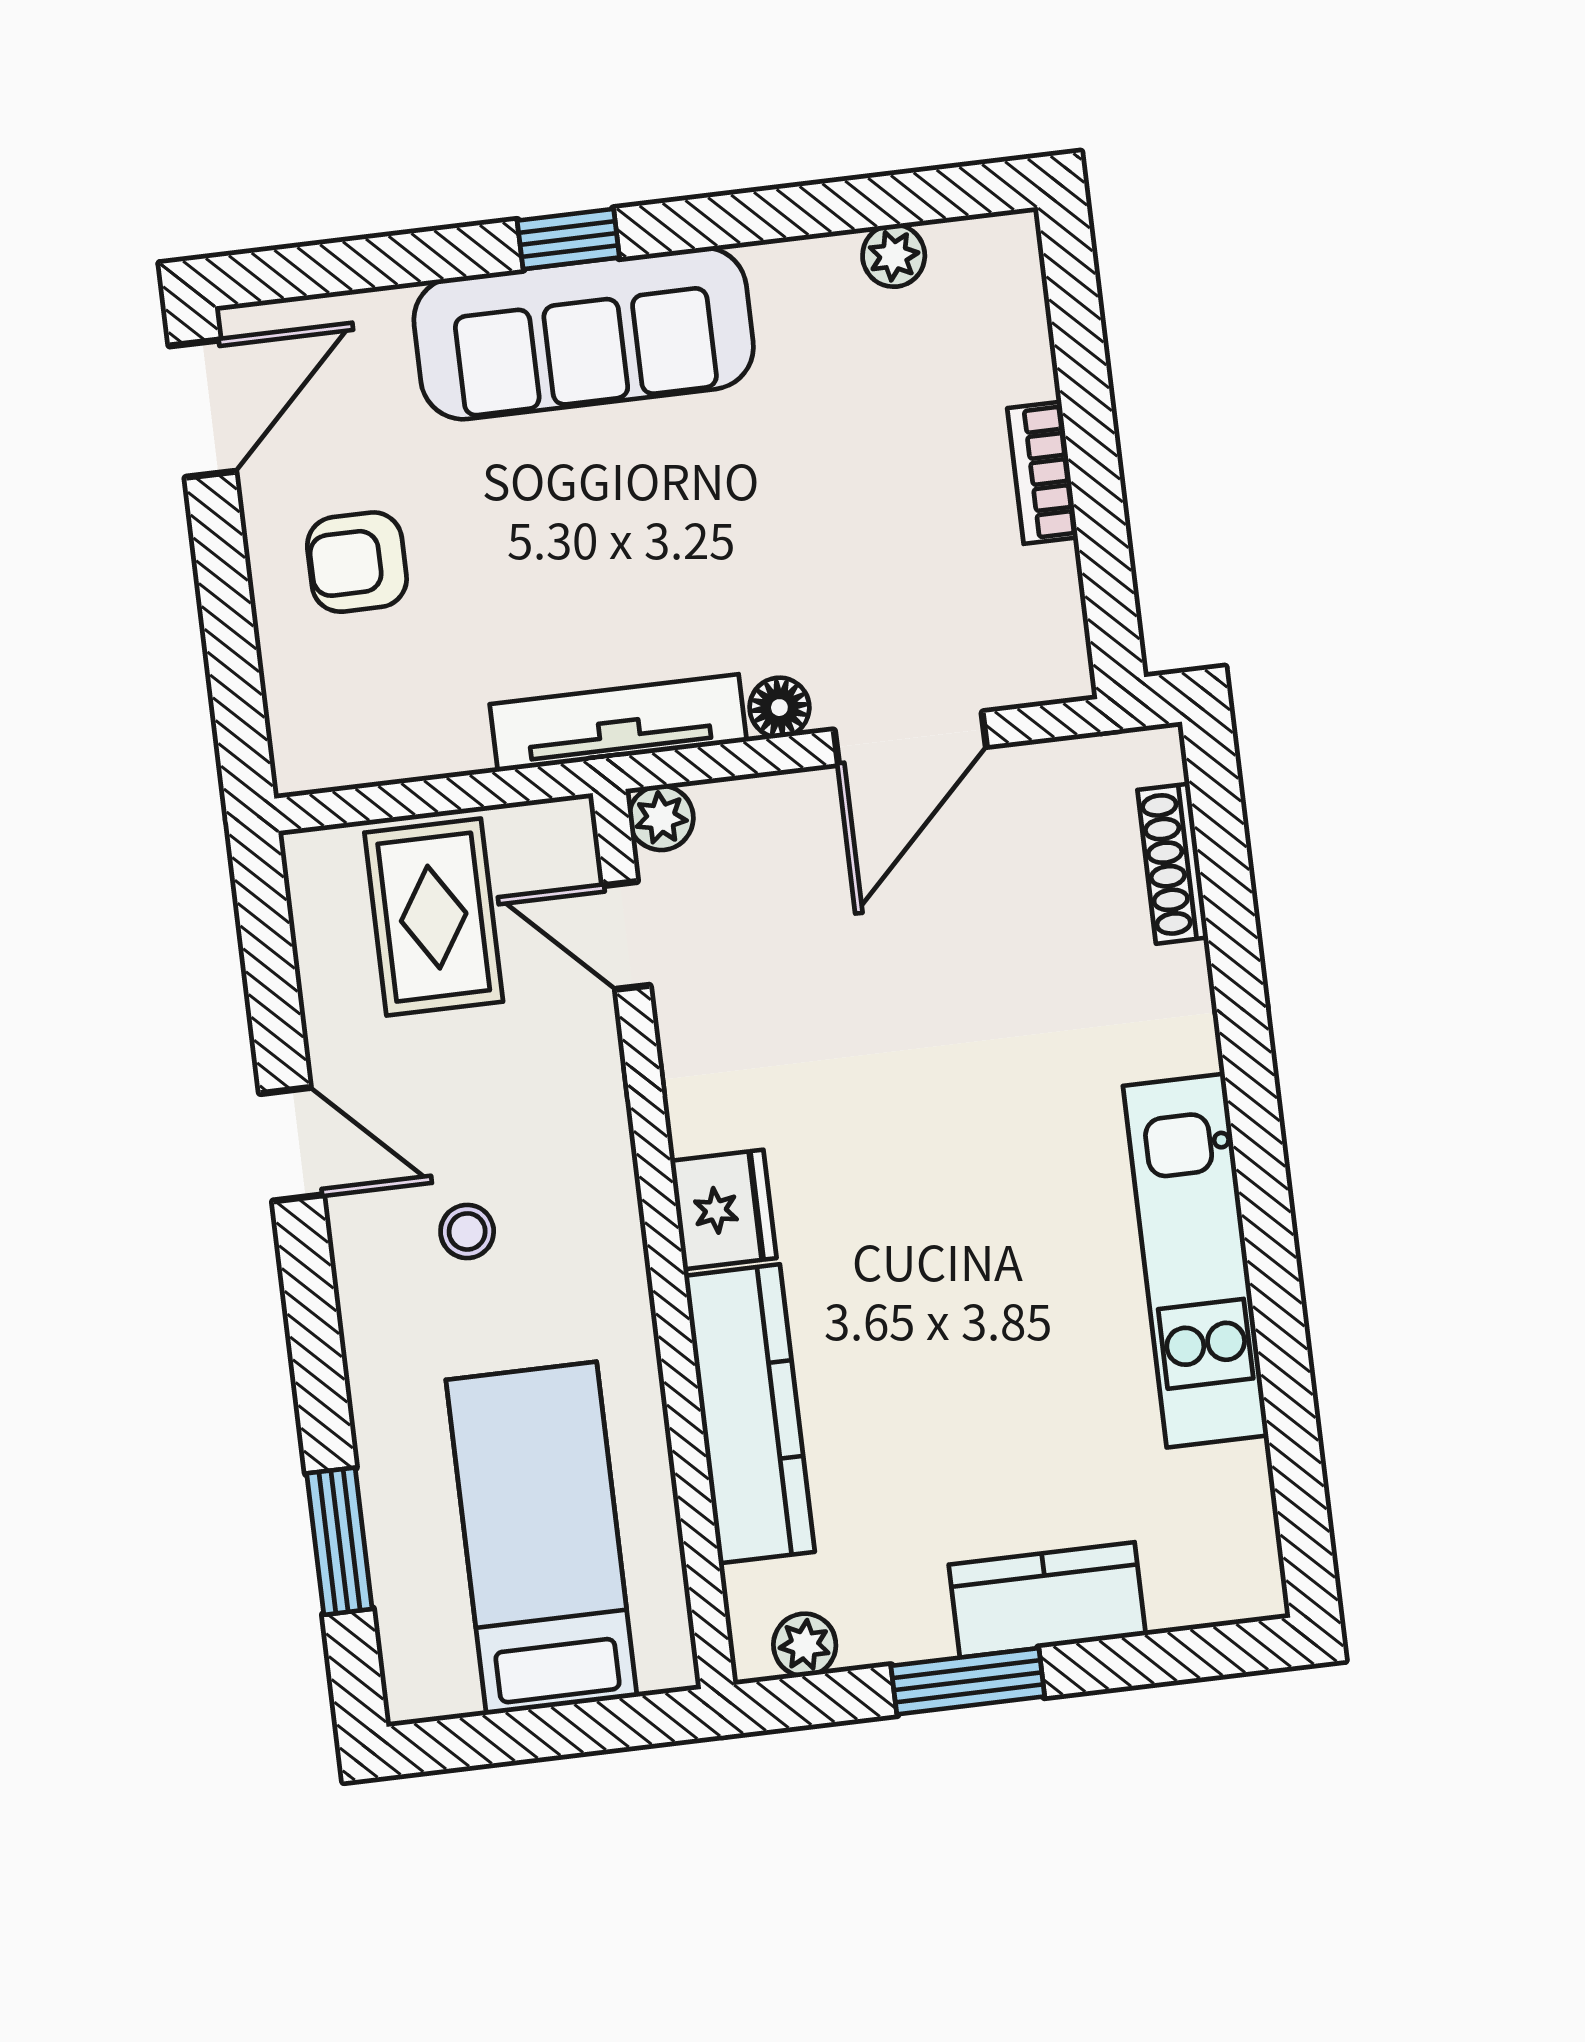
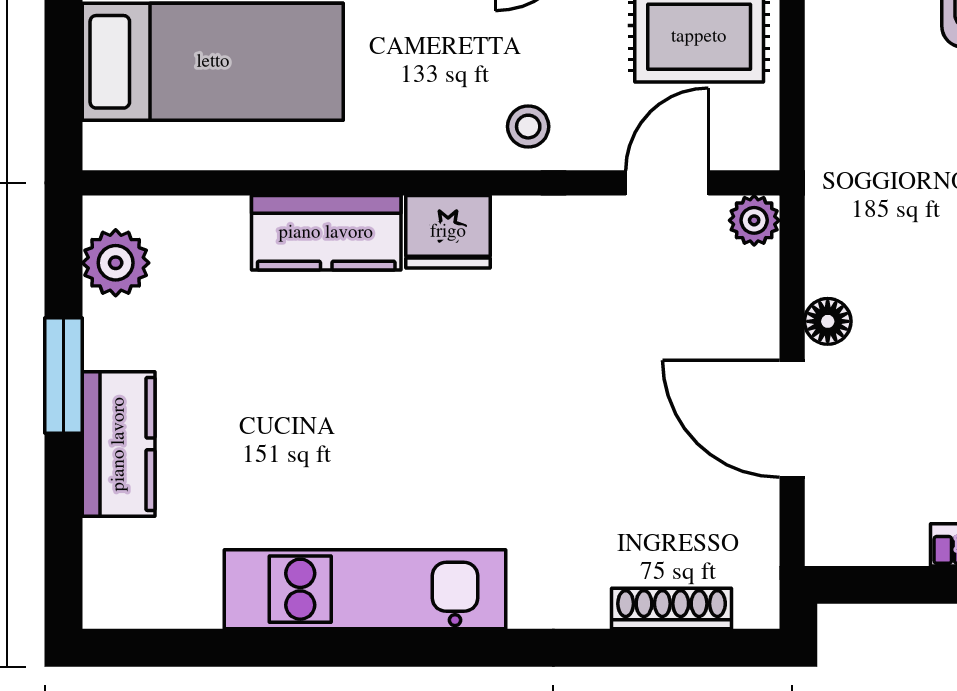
tv unit: (618, 723) -> (831, 196), removed
stool: (467, 1231) -> (528, 127), moved
kitchen counter: (749, 1414) -> (326, 233), width x0.67
plant: (805, 1645) -> (116, 263), width x1.38, depth x1.38

